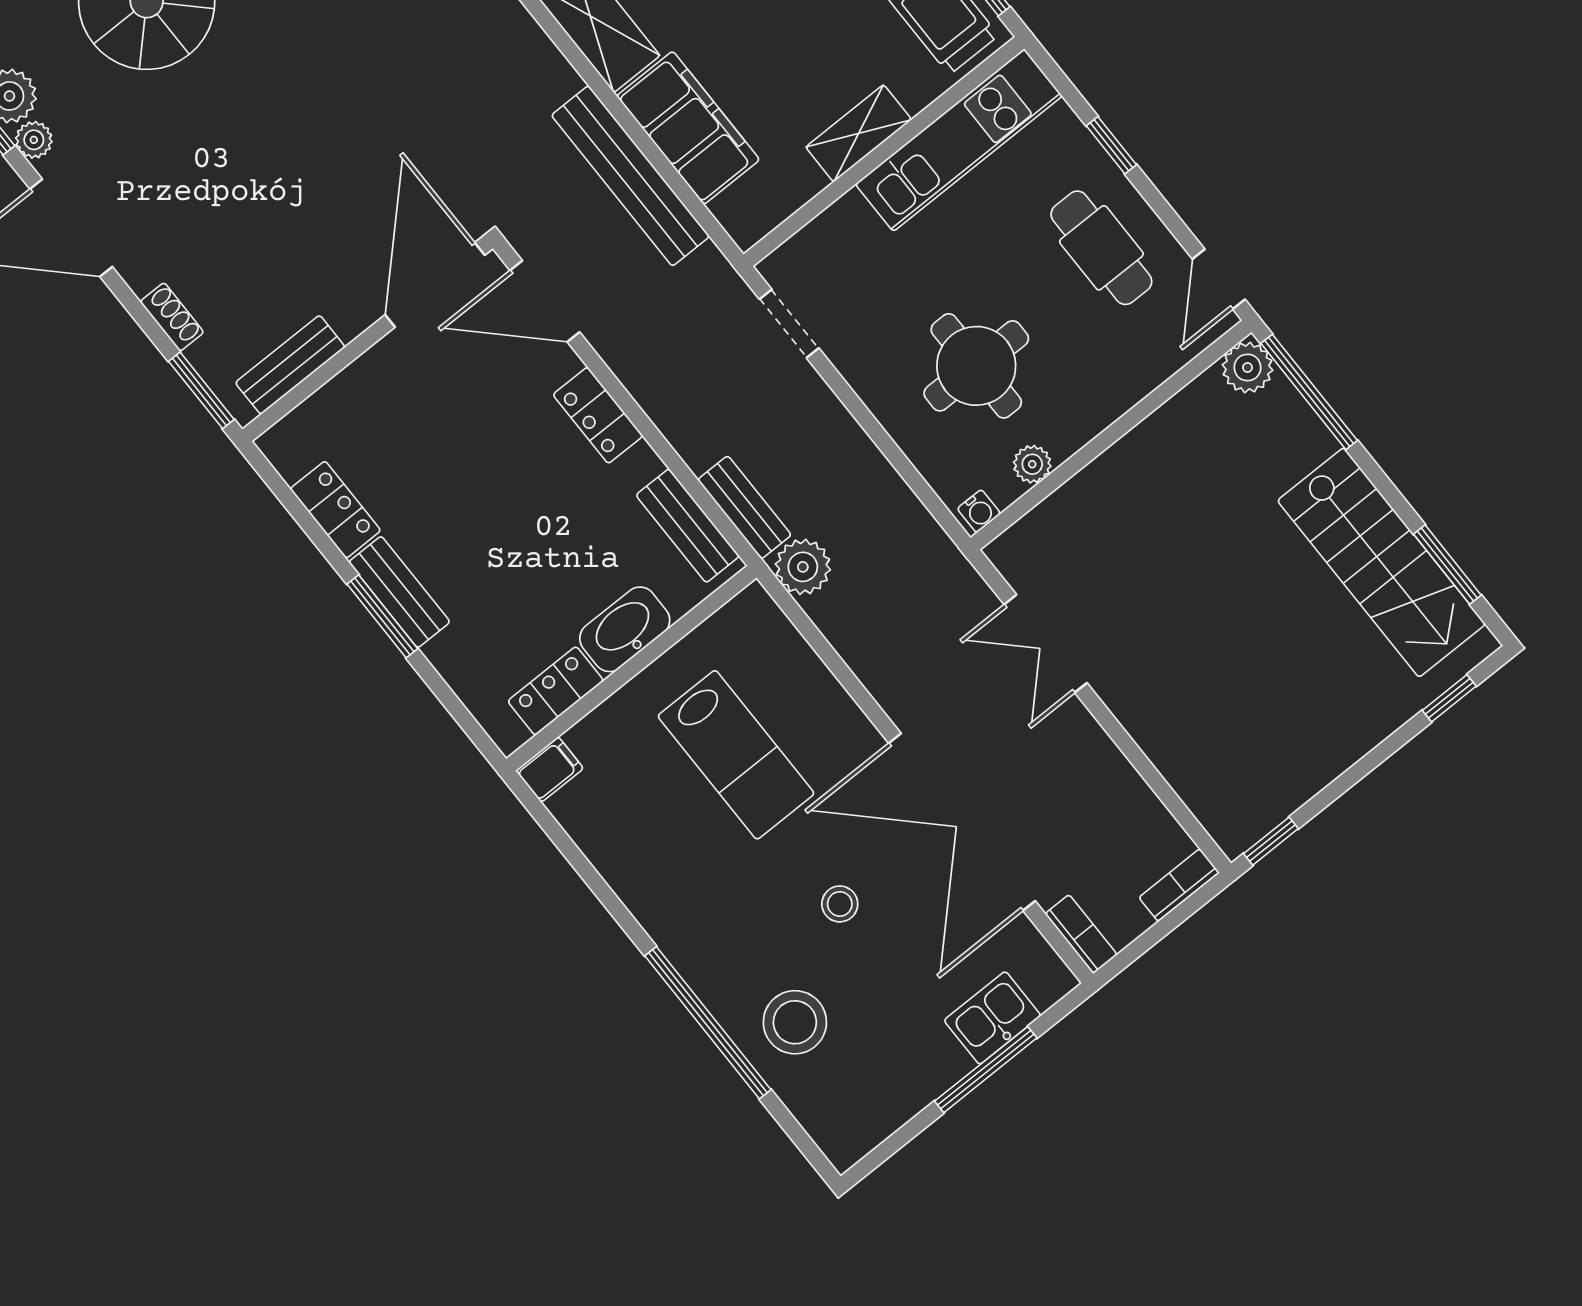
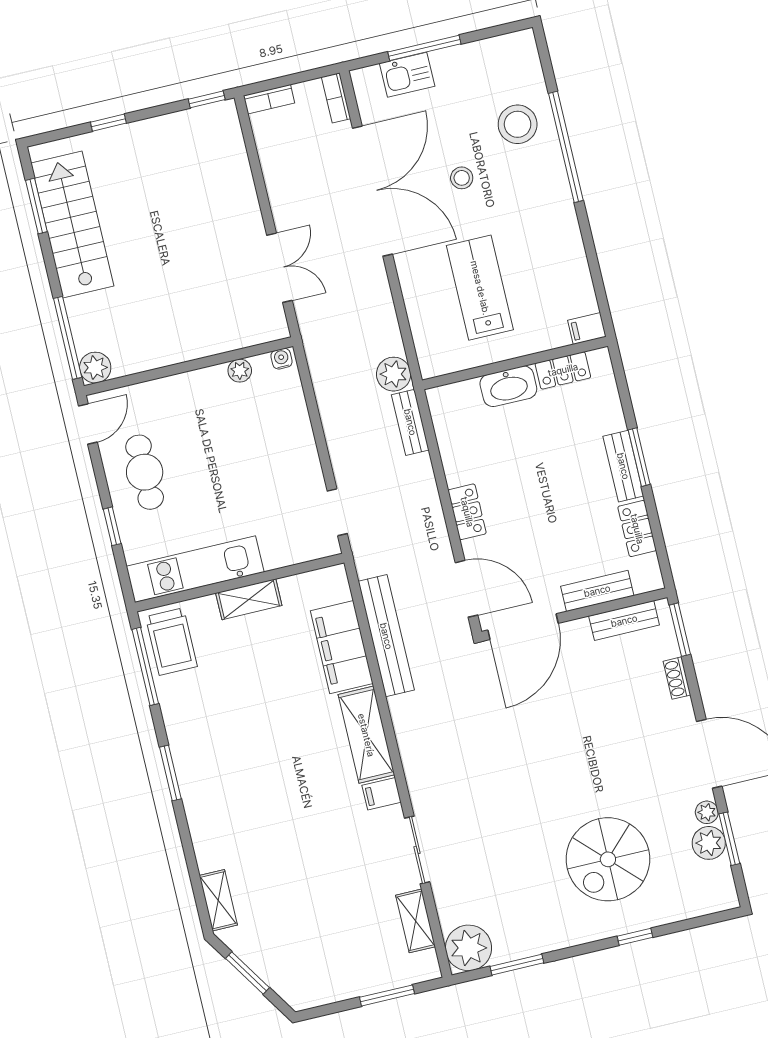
round table: (976, 366) -> (245, 440), removed
bench: (688, 526) -> (597, 591), moved, turned 90
window: (1449, 698) -> (108, 123), moved

